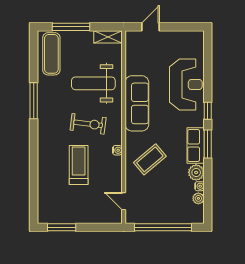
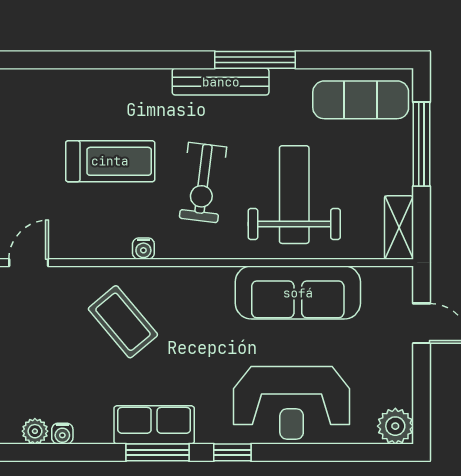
sofa: (137, 103) -> (298, 293), moved
bench: (43, 116) -> (221, 82), added
plant: (196, 172) -> (395, 426), moved

